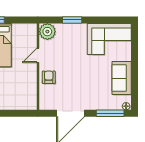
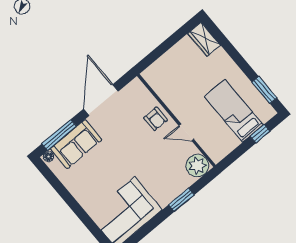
door: (38, 55) -> (186, 132), swing flipped
sofa: (122, 78) -> (76, 144), moved, turned 90

